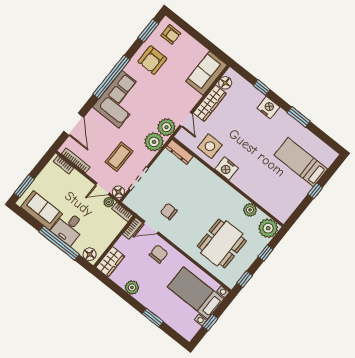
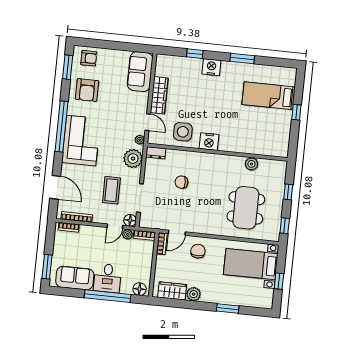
floor lamp: (225, 83) -> (161, 70), removed
plant: (166, 127) -> (140, 140), width x0.53, depth x0.53
dresser: (179, 152) -> (156, 153), width x0.70
chair: (169, 211) -> (181, 182), moved
plant: (268, 228) -> (277, 170), removed
wardrobe: (110, 262) -> (172, 291), moved, turned -90

